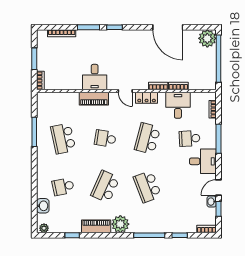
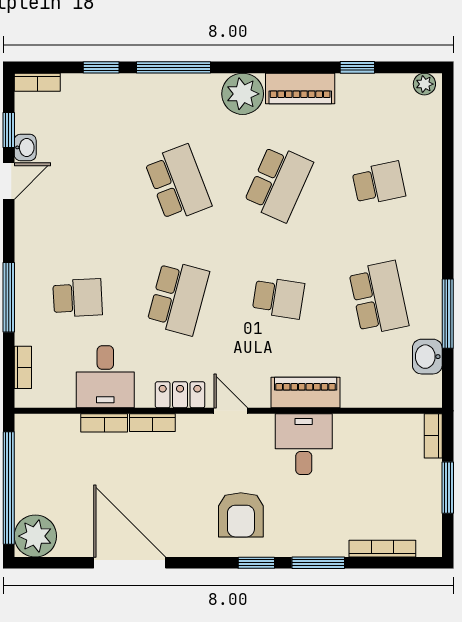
armchair: (121, 47) -> (241, 515), added
desk: (203, 161) -> (46, 243), removed
washbasin: (43, 206) -> (427, 357), moved

